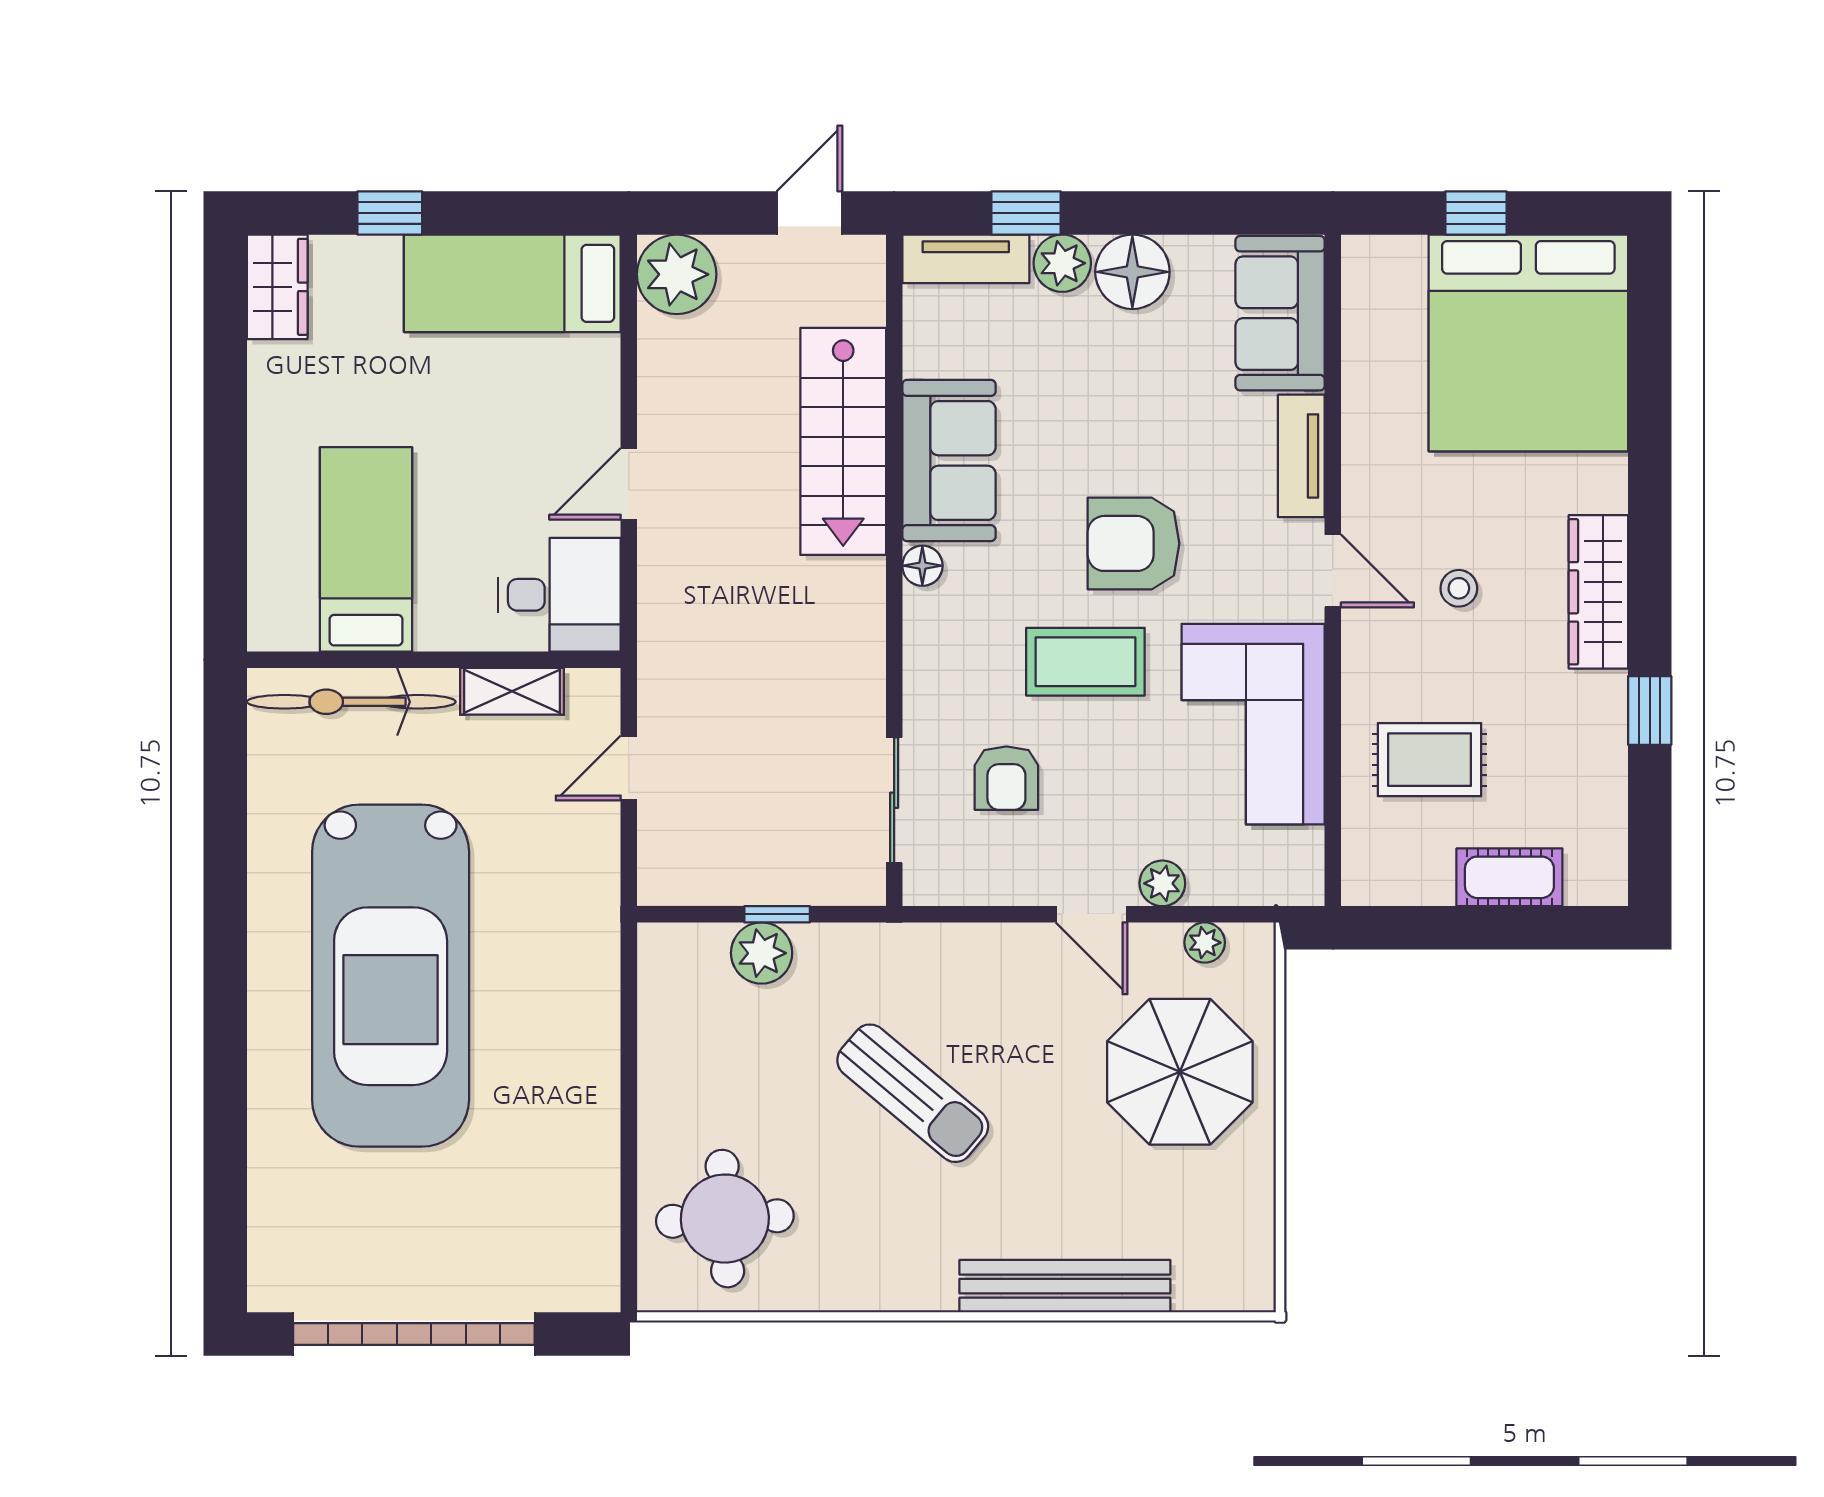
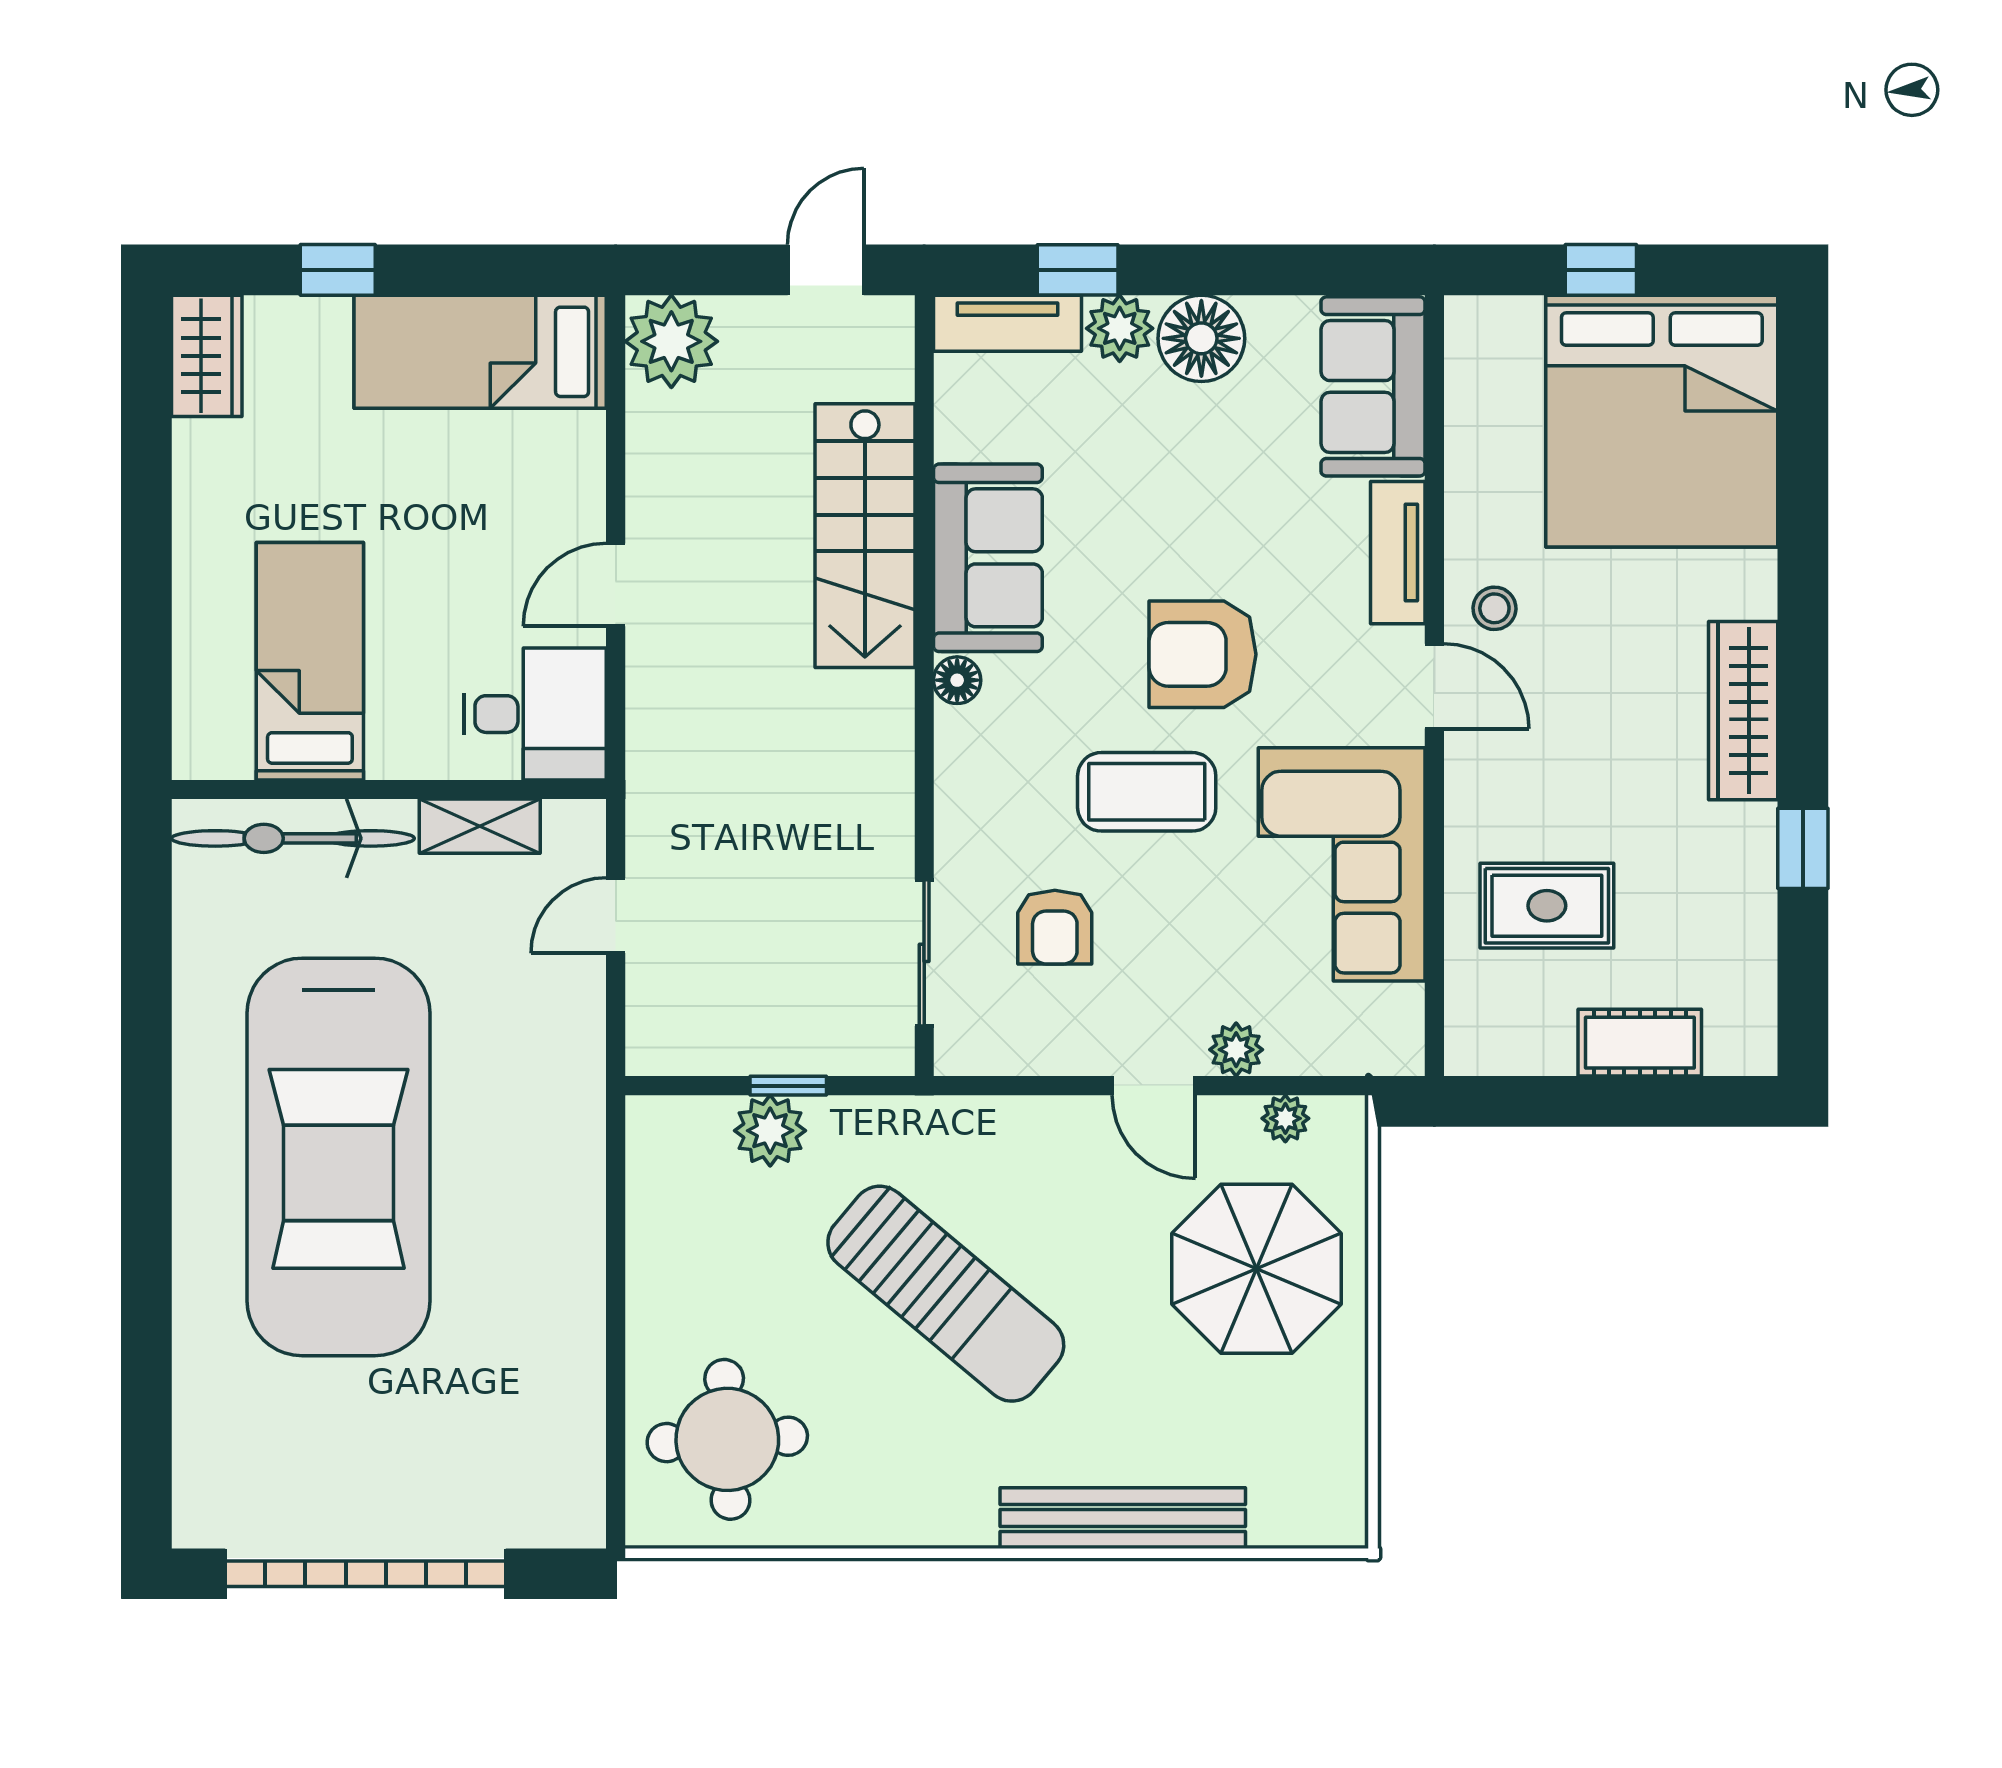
stool: (1459, 588) -> (1494, 608), moved
sun lounger: (913, 1093) -> (946, 1294), width x1.36, depth x1.34

